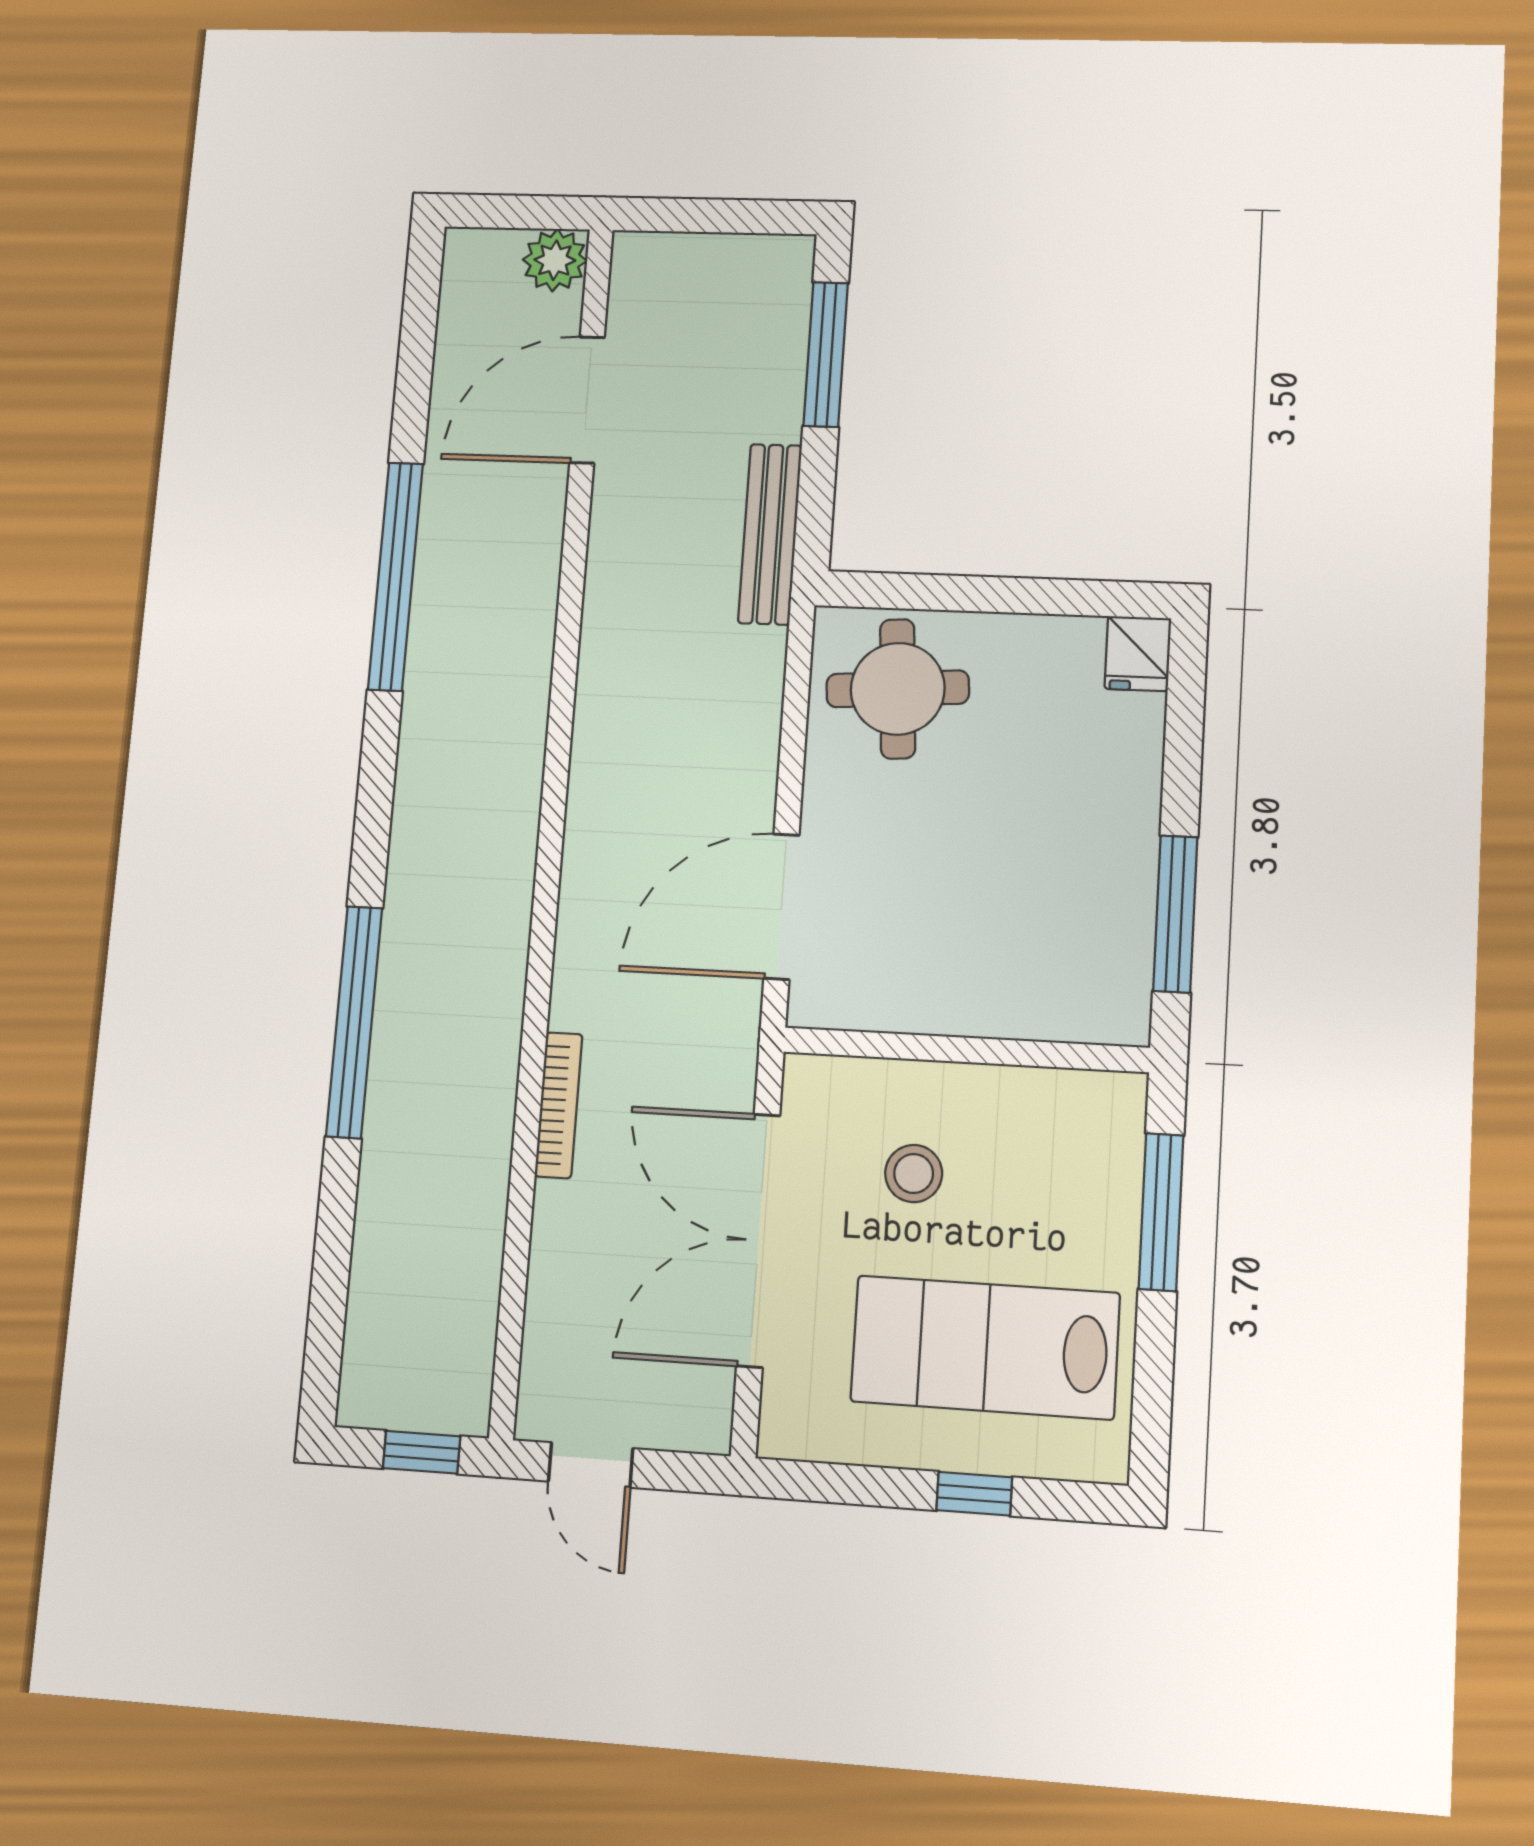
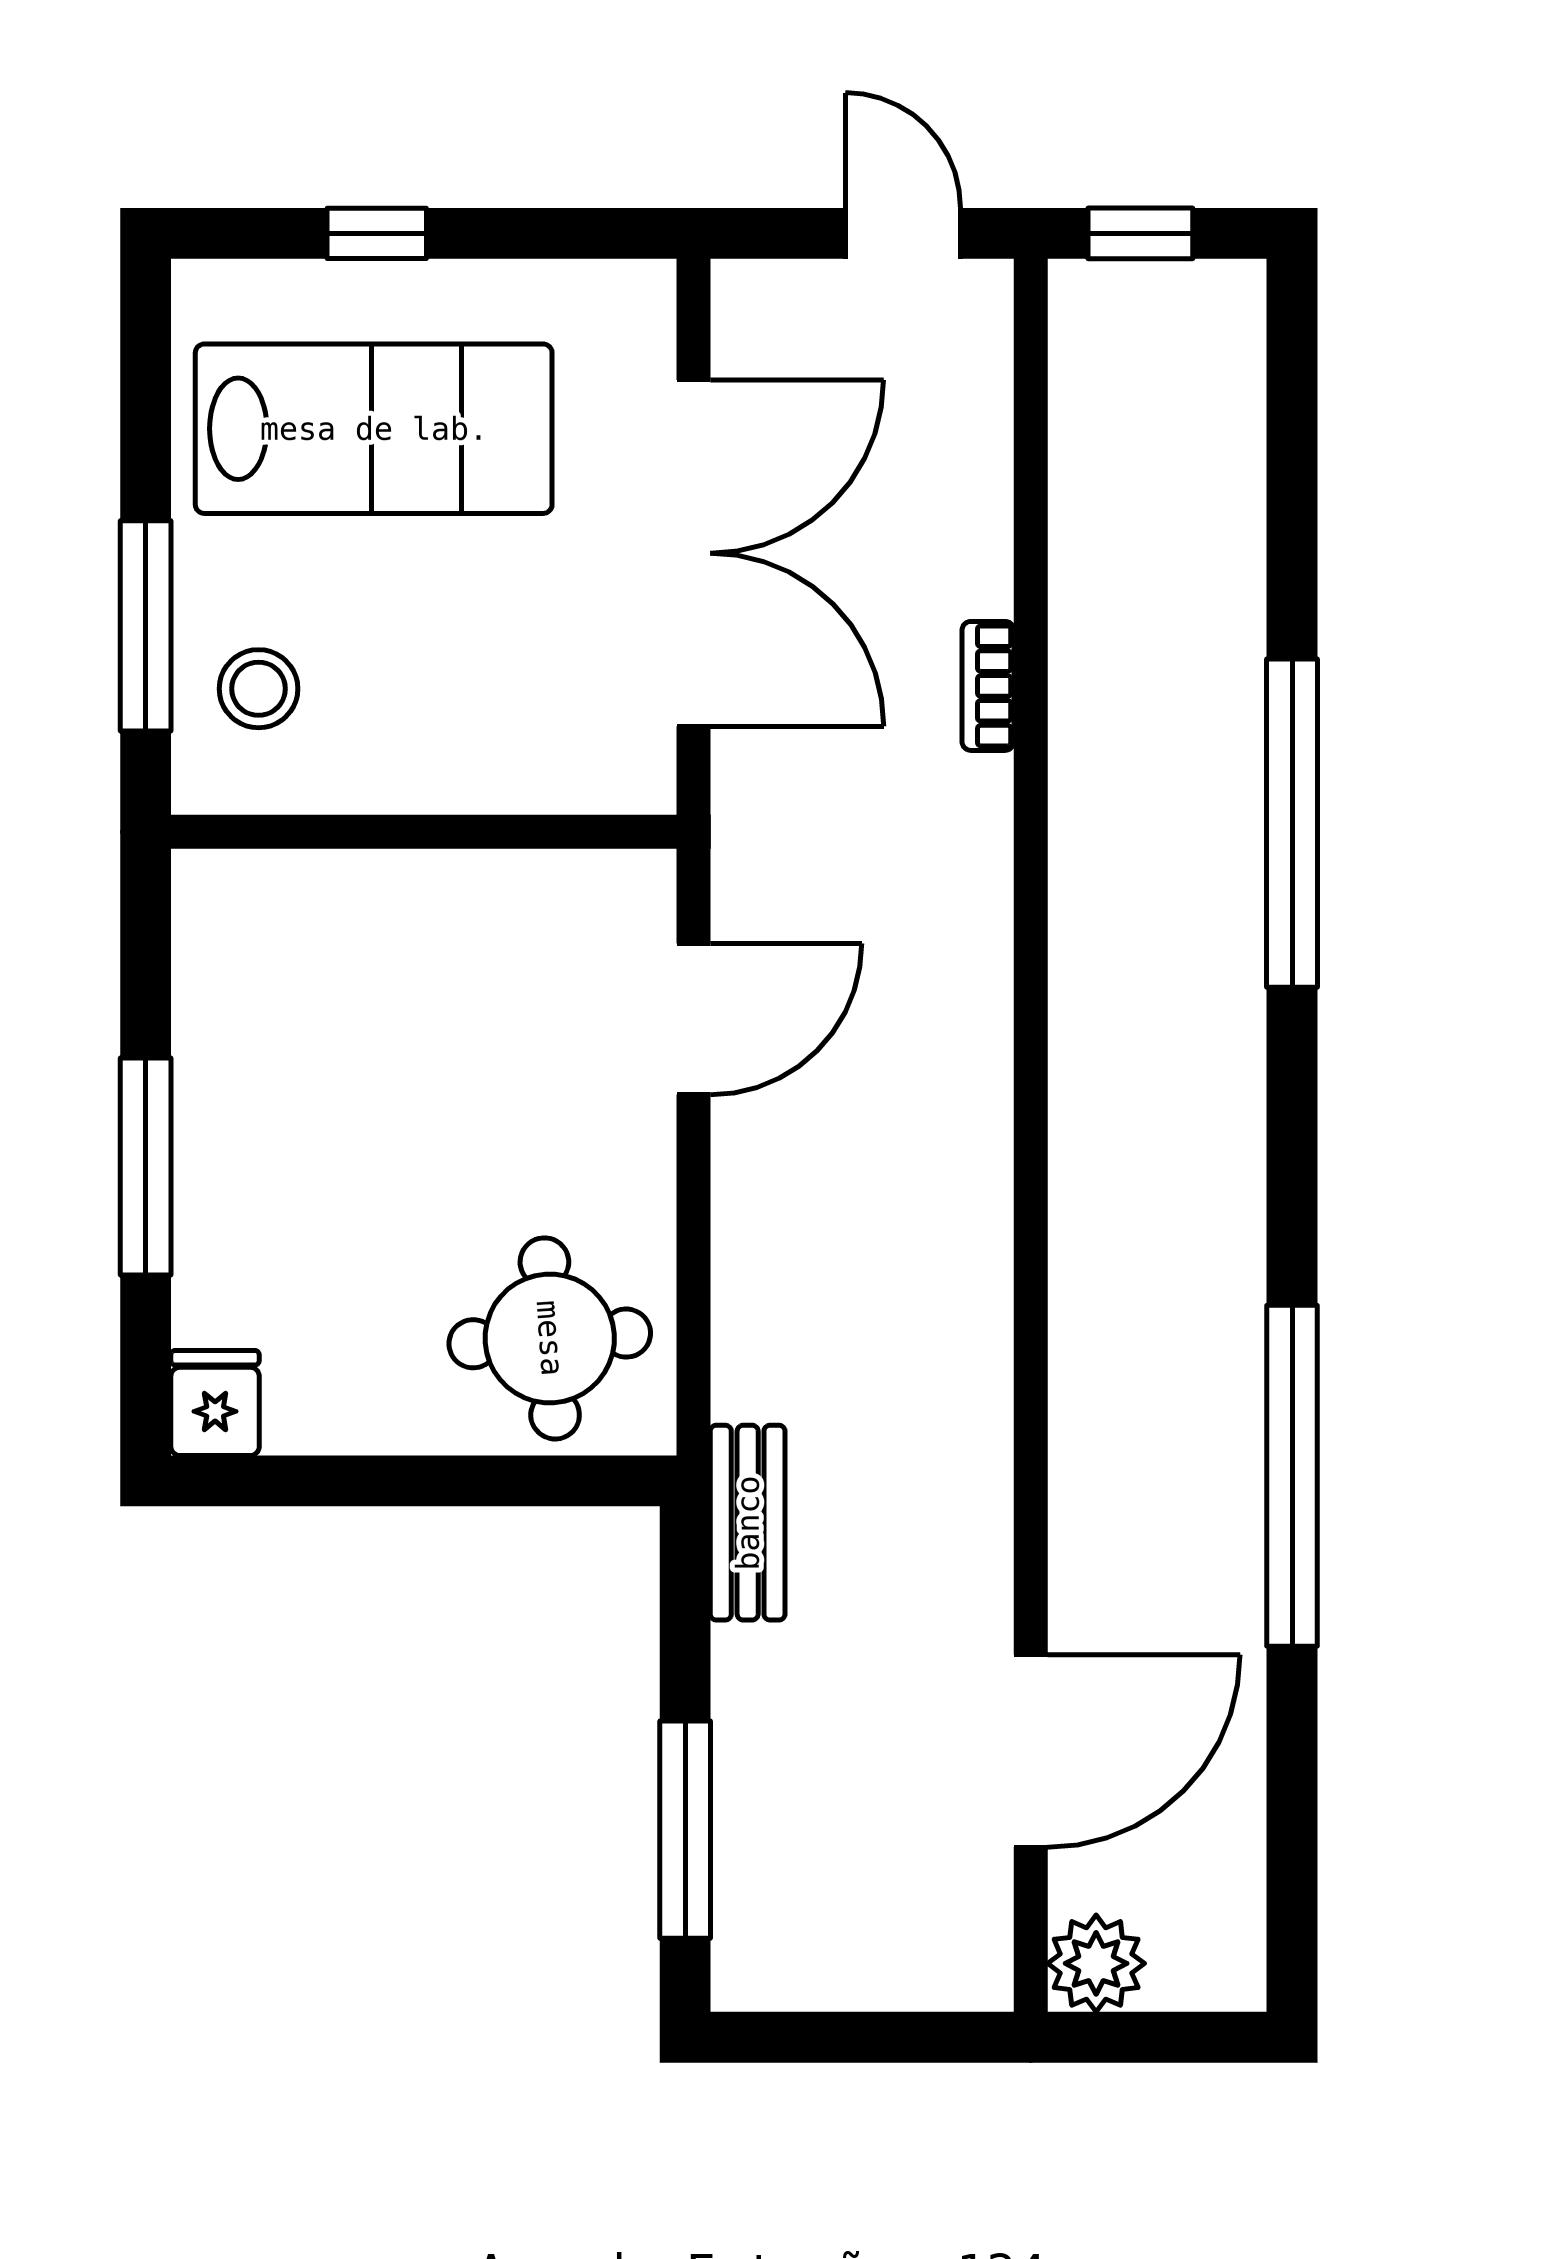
bench: (770, 534) -> (748, 1523), width x0.73
door: (781, 906) -> (694, 1019), width x0.73
window: (1175, 914) -> (146, 1166), moved
bookcase: (559, 1105) -> (988, 686), width x0.64
stool: (914, 1173) -> (259, 689), moved

